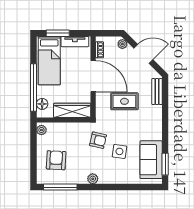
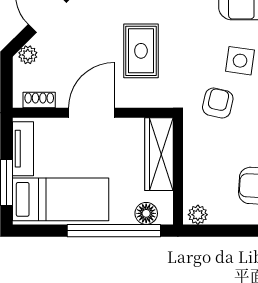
door: (93, 76) -> (91, 113), width x0.73

